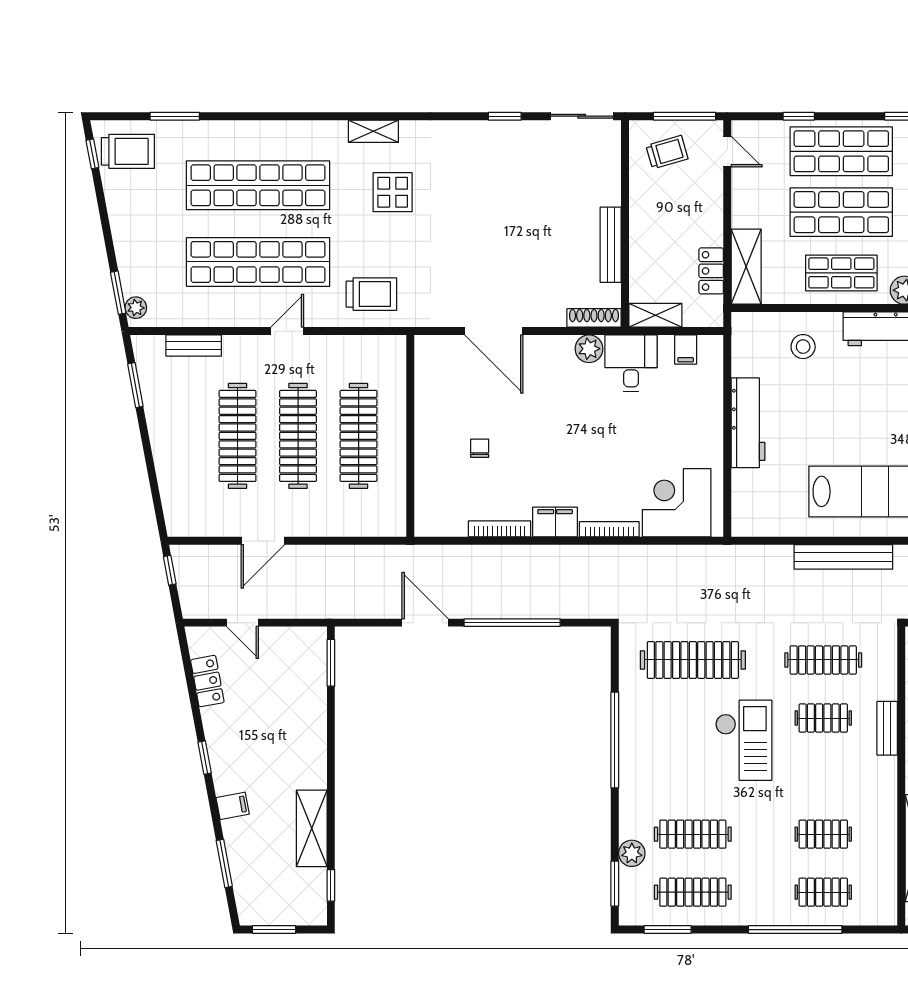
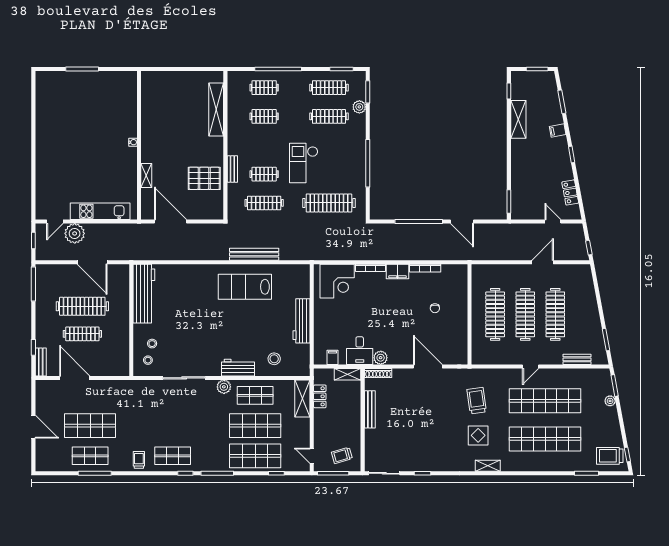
trolley: (371, 294) -> (477, 401), moved, turned 82
plant: (136, 308) -> (610, 401), moved

